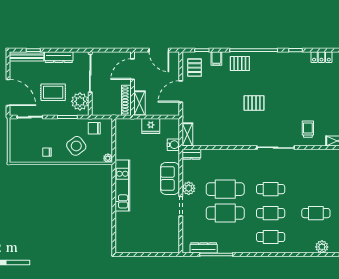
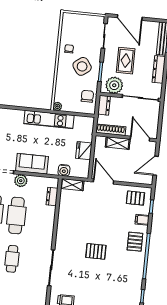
door: (181, 92) -> (104, 181), moved
door: (8, 93) -> (130, 17), hinge flipped
shelving: (139, 103) -> (118, 143), moved
pallet: (254, 103) -> (96, 251), turned 90
dresser: (102, 110) -> (104, 105), added
side table: (76, 146) -> (82, 66), moved
dresser: (191, 154) -> (52, 197), moved
kitchen unit: (122, 186) -> (49, 120), moved

